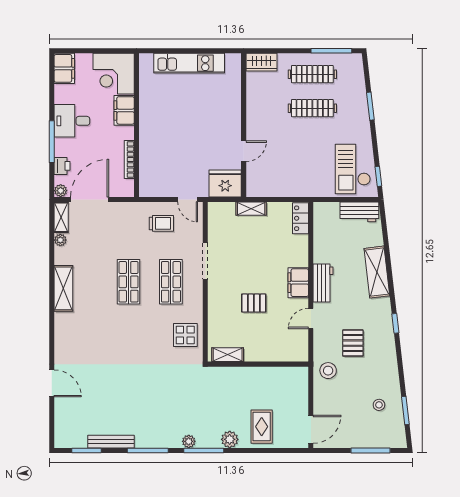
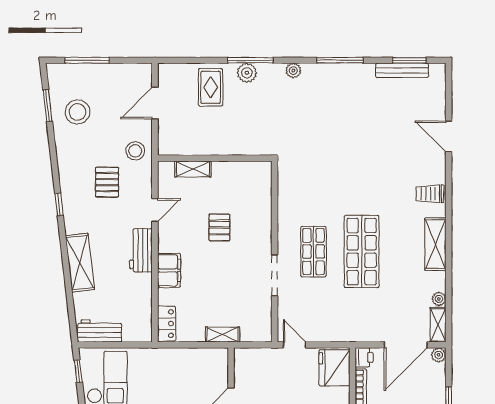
printer: (62, 166) -> (364, 357), moved, turned 180
fridge: (225, 184) -> (334, 368), moved, turned 90
trolley: (161, 223) -> (430, 194), moved
shop shelf: (129, 282) -> (362, 252), width x1.43, depth x1.36
filing cabinet: (298, 283) -> (169, 270), moved
pallet: (254, 303) -> (219, 227), turned 90
display table: (185, 335) -> (297, 191), removed
shelving: (228, 355) -> (193, 169), moved
stool: (379, 405) -> (78, 112), width x1.89, depth x1.89
door: (311, 429) -> (155, 103), moved
bench: (111, 442) -> (402, 70), moved
window: (204, 450) -> (250, 60), moved

